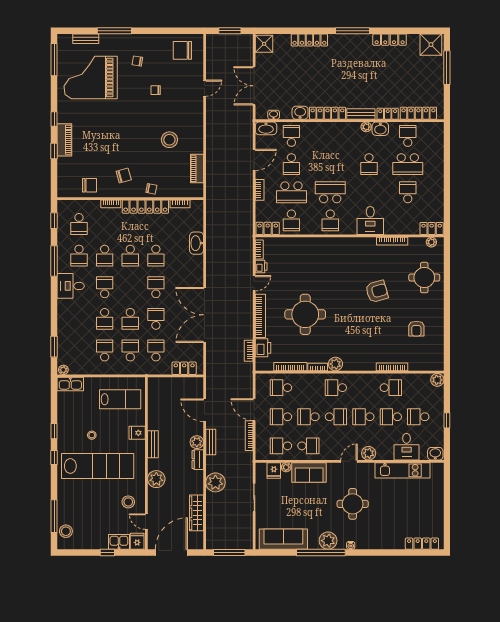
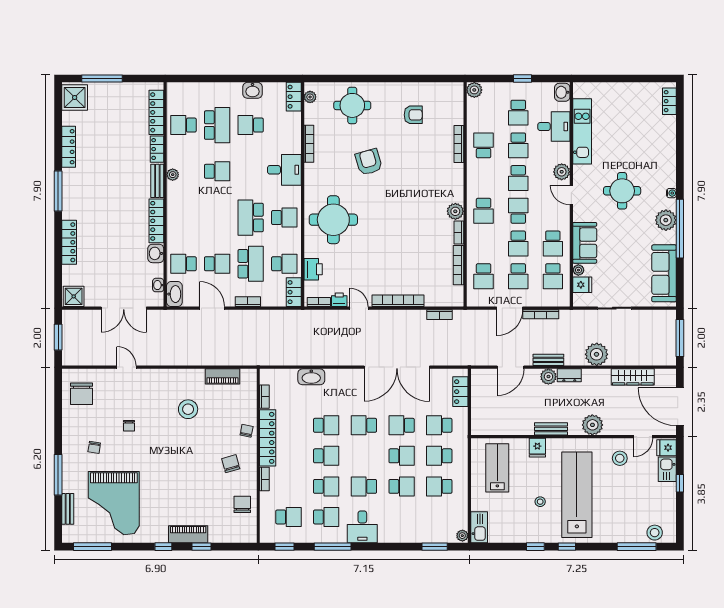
washbasin: (380, 129) -> (253, 90), moved, turned 90
round table: (305, 314) -> (333, 220), moved
printer: (263, 348) -> (313, 269), moved, turned 90
school desk: (308, 446) -> (553, 243), turned 180
locker: (422, 544) -> (669, 101), width x0.66

